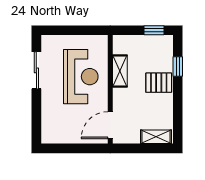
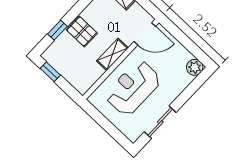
shelving: (120, 71) -> (112, 54), moved
plant: (49, 135) -> (195, 67), added

